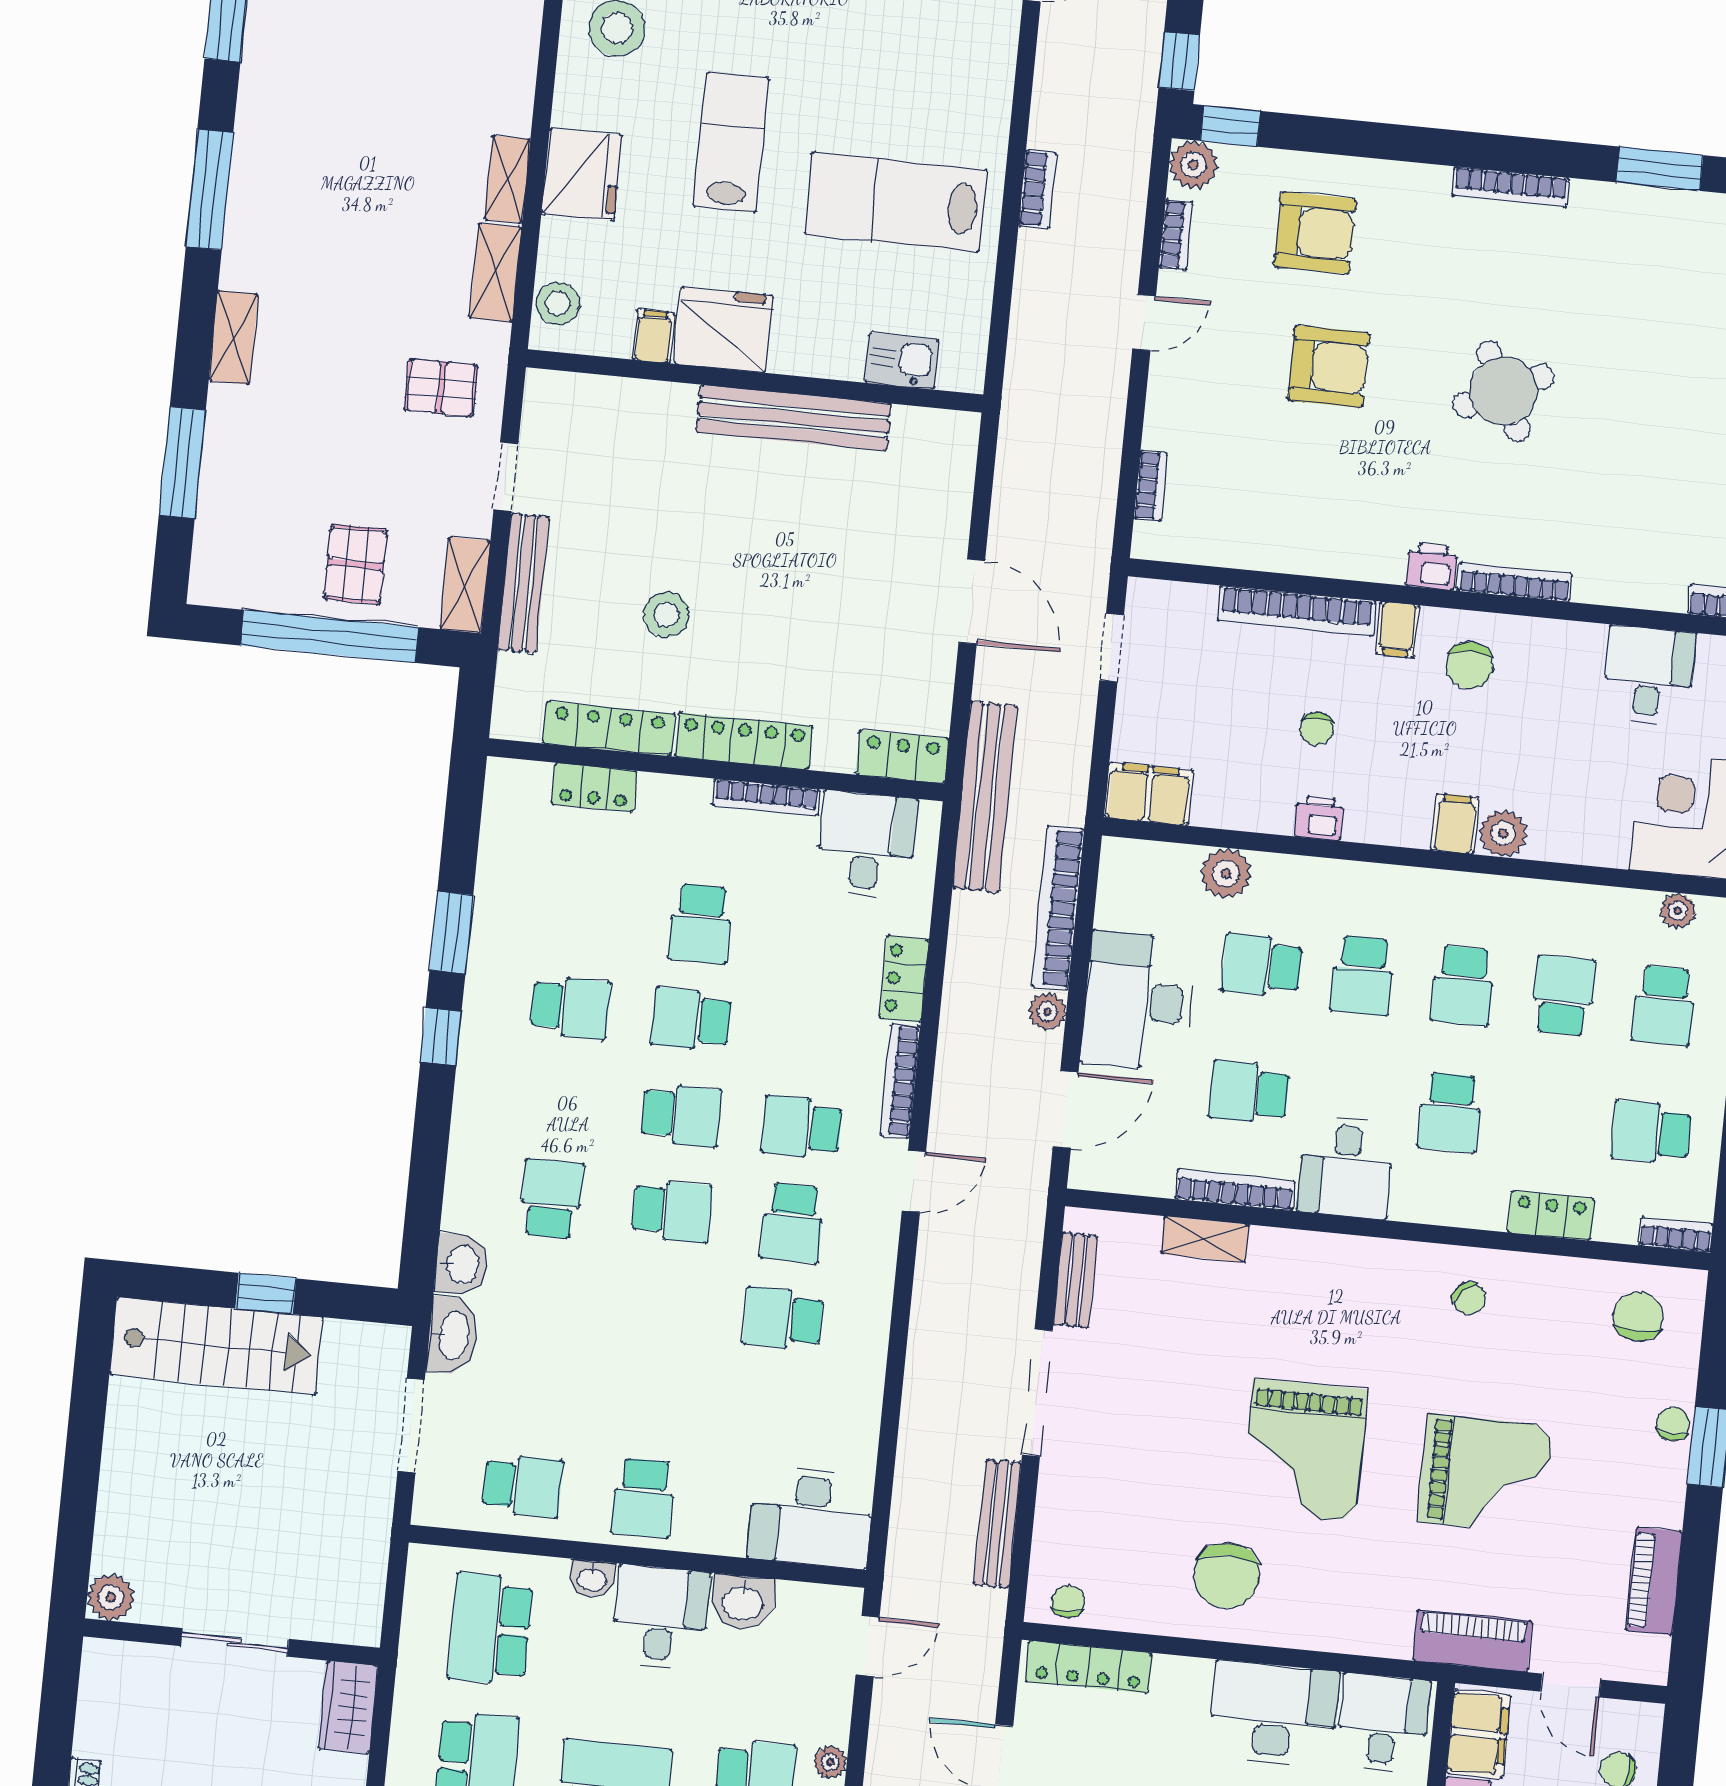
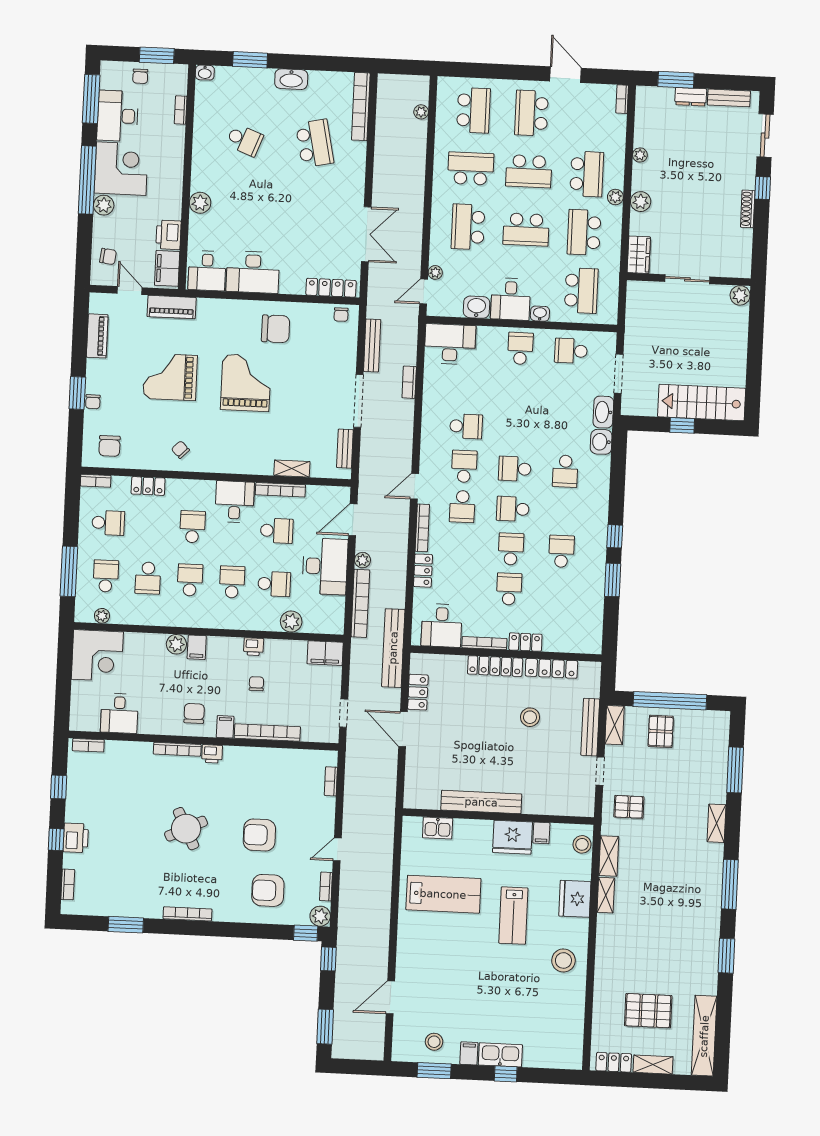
bookcase: (1037, 189) -> (409, 382), moved
locker: (902, 757) -> (418, 692), moved, turned -90
locker: (594, 787) -> (525, 642), moved
school desk: (570, 1007) -> (561, 551), turned 90
school desk: (691, 1019) -> (511, 549), turned -90
school desk: (802, 1127) -> (462, 506), turned 90
chair: (1226, 1576) -> (276, 329), turned 90
plant: (830, 1762) -> (435, 272), moved

